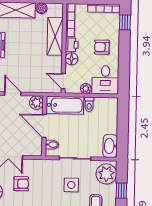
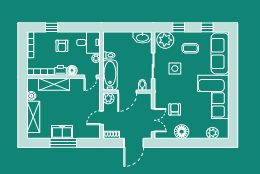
window: (125, 22) -> (52, 27), moved

